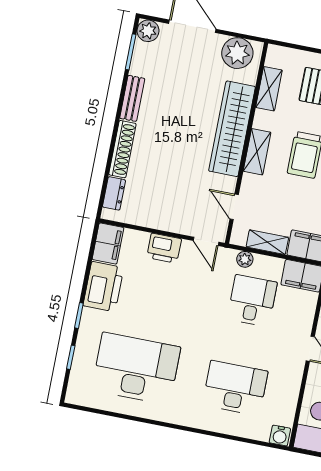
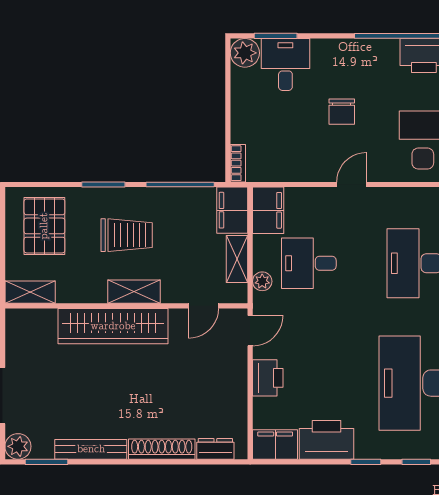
plant: (237, 53) -> (23, 337), removed
shelving: (269, 89) -> (30, 292), moved
bench: (132, 98) -> (91, 449), width x1.36

